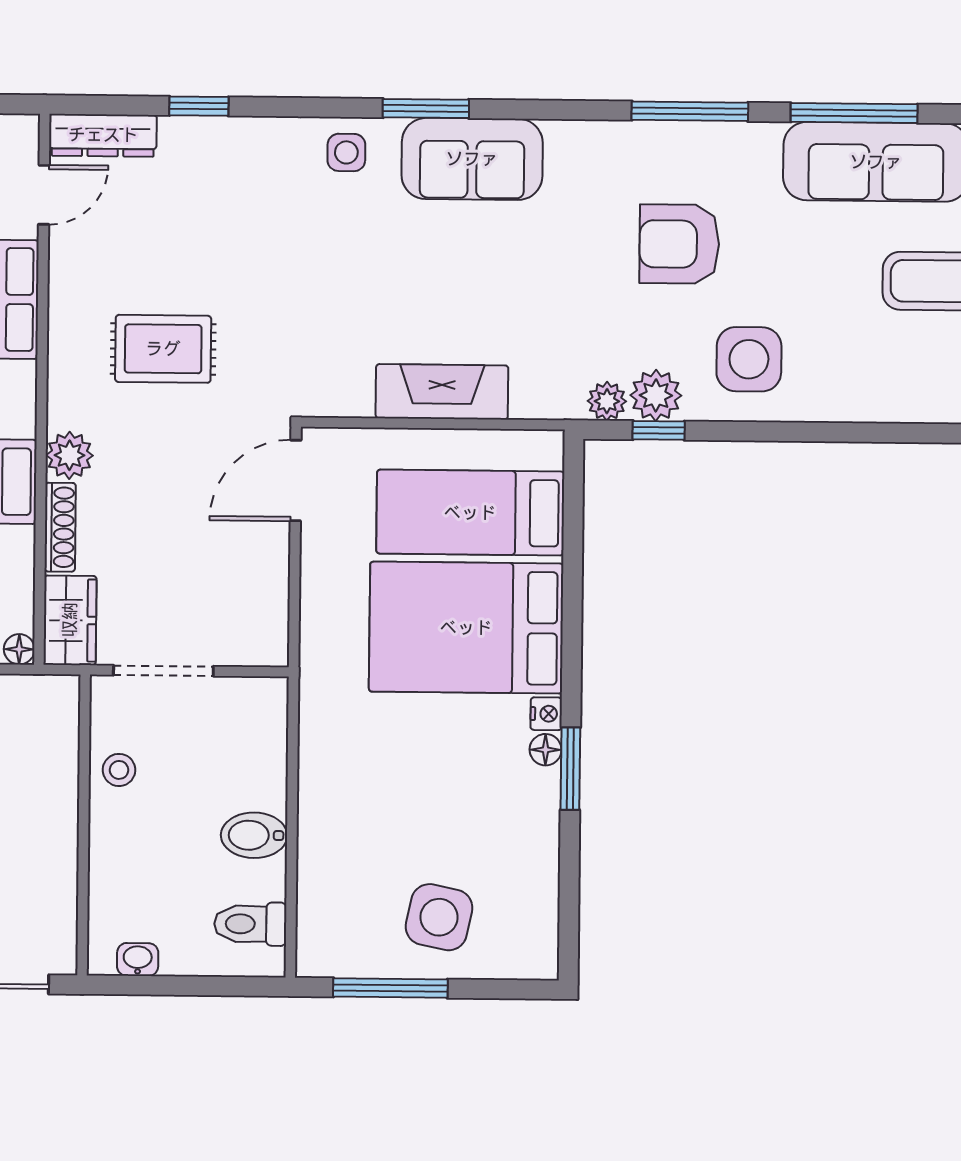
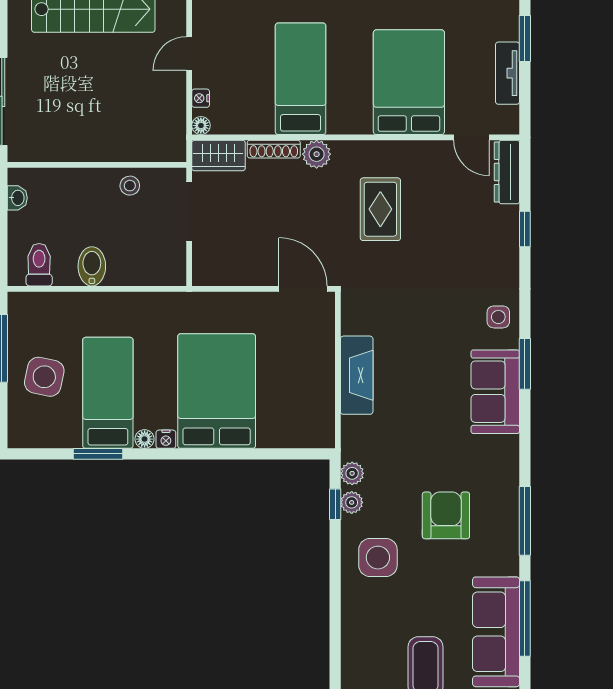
plant: (656, 395) -> (352, 502), width x0.73, depth x0.73
bed: (470, 513) -> (108, 393), moved
window: (570, 769) -> (98, 454), moved

